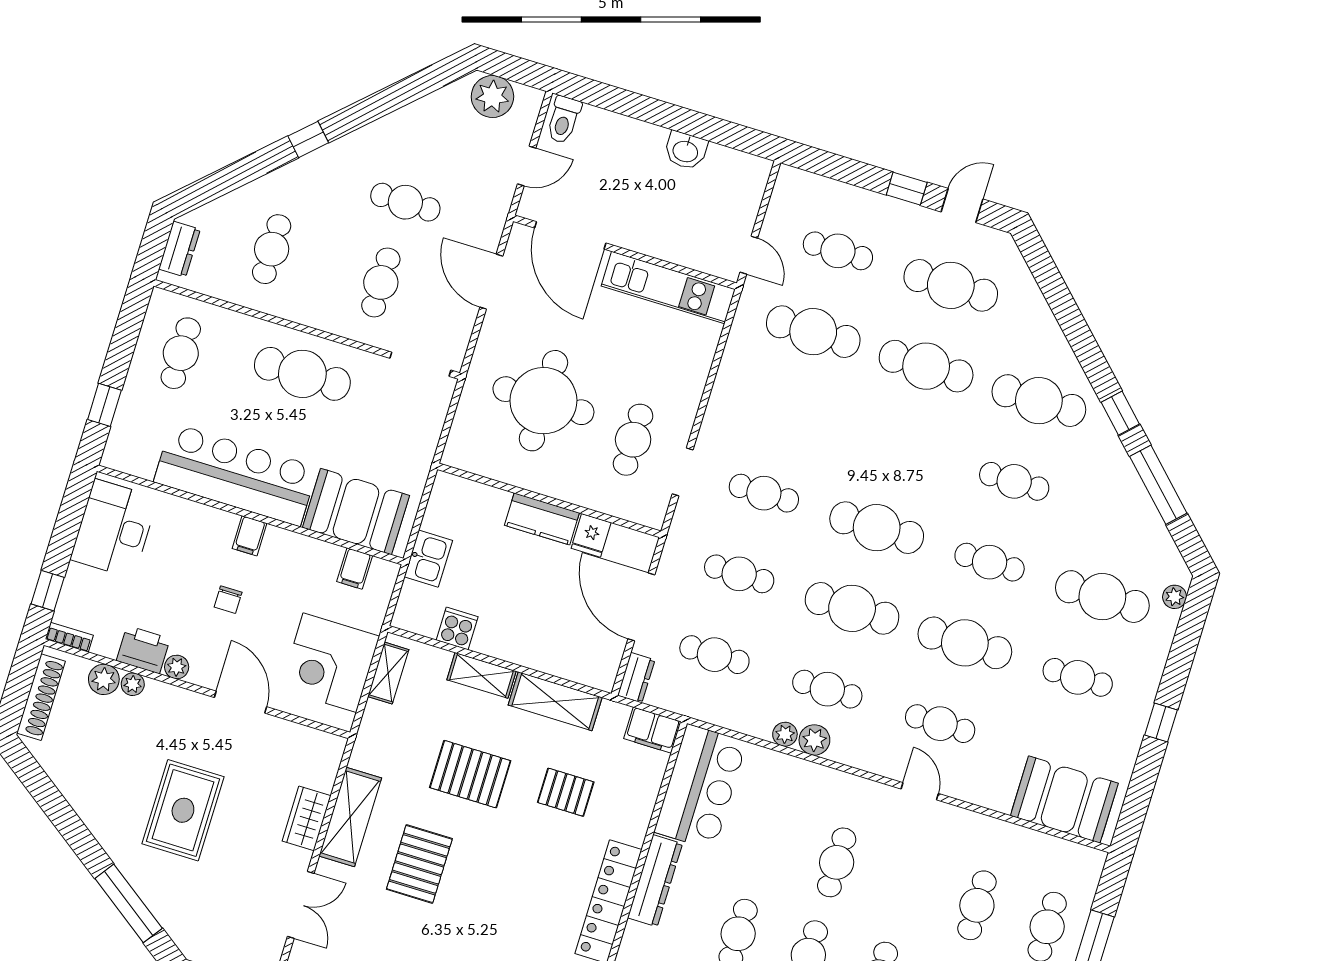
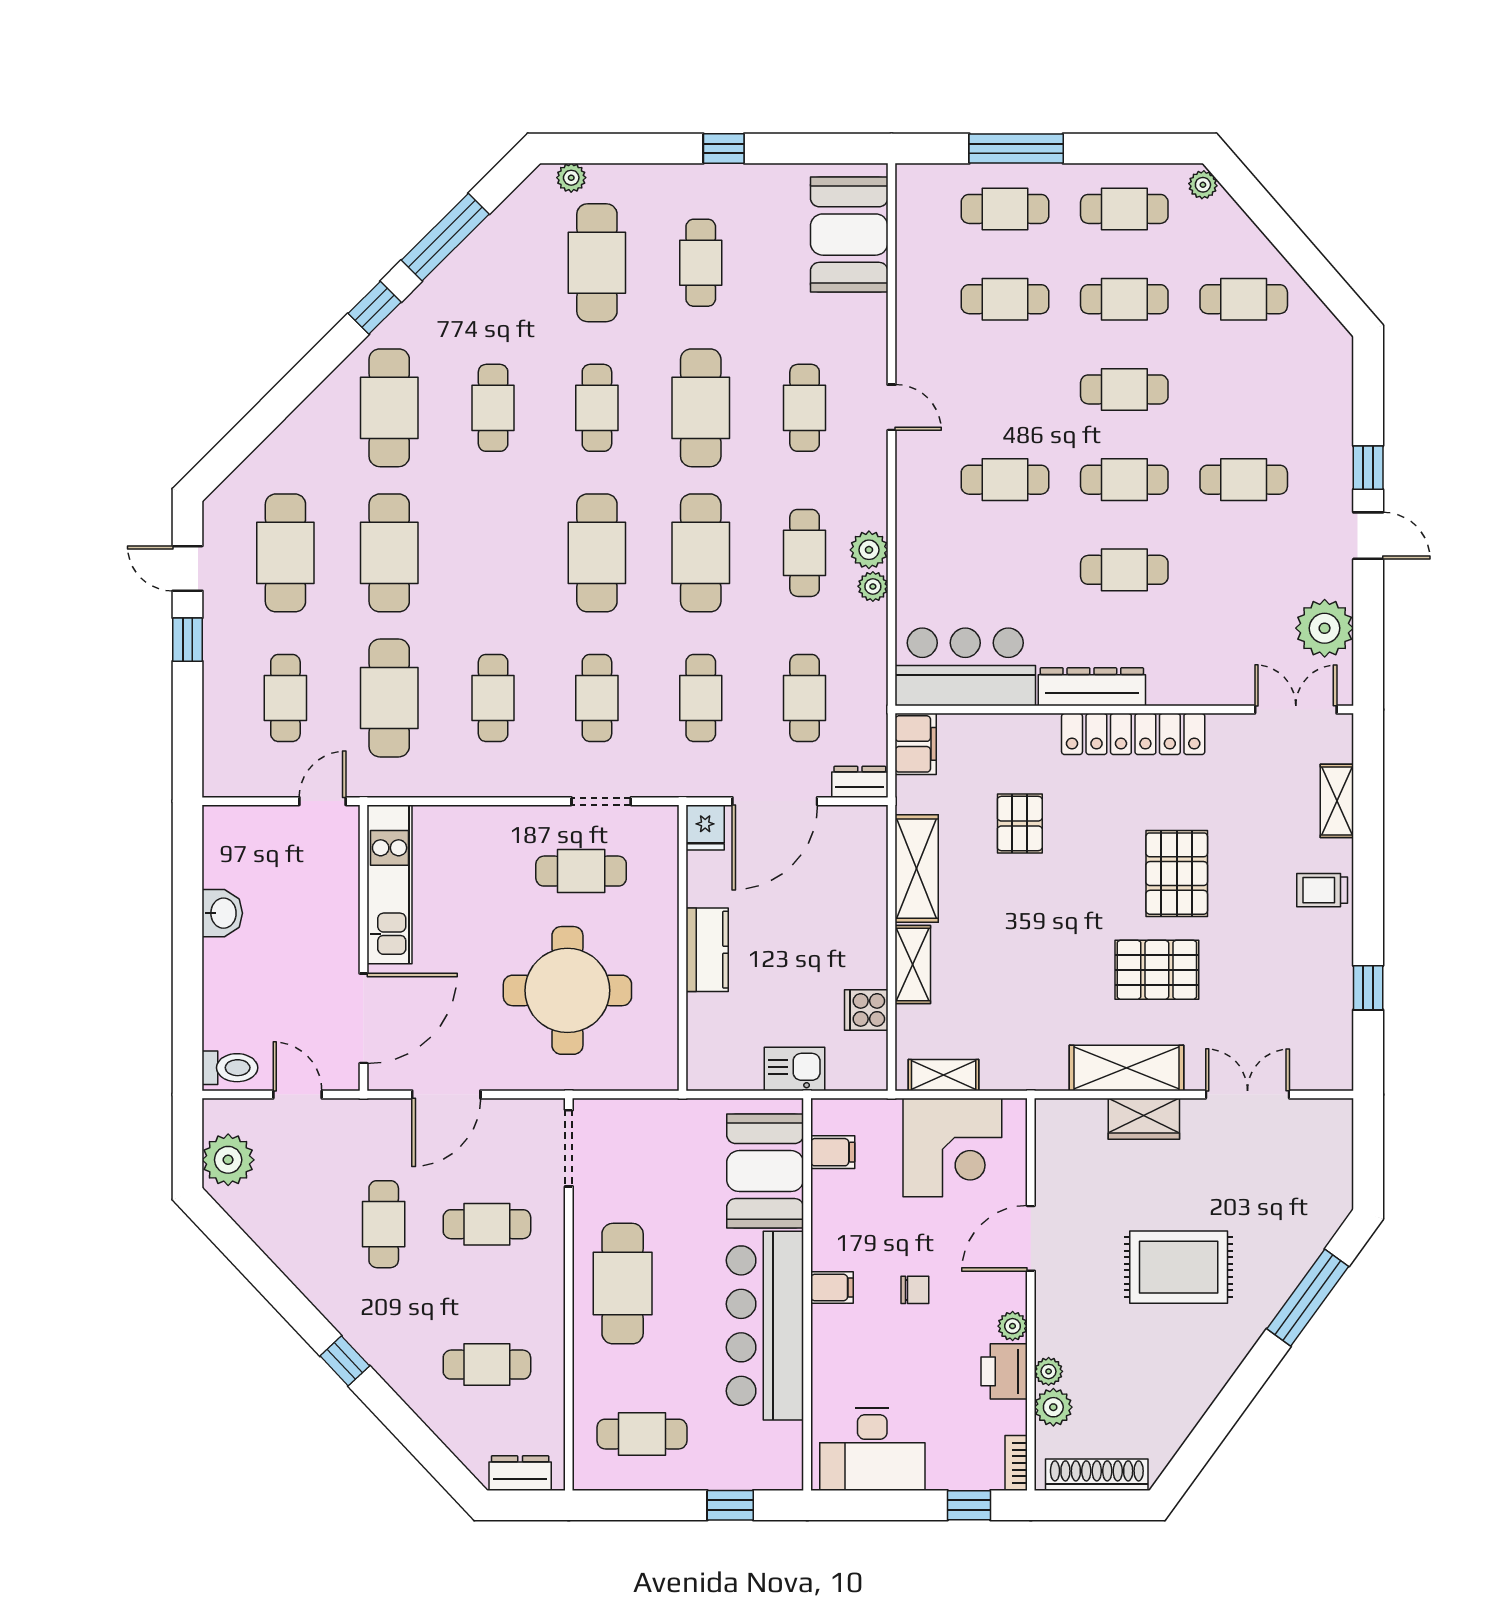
cafe table: (789, 412) -> (493, 698), added
fridge: (591, 535) -> (705, 827), moved, turned 90
pallet: (470, 774) -> (1177, 874), moved
door: (920, 791) -> (891, 407), swing flipped

